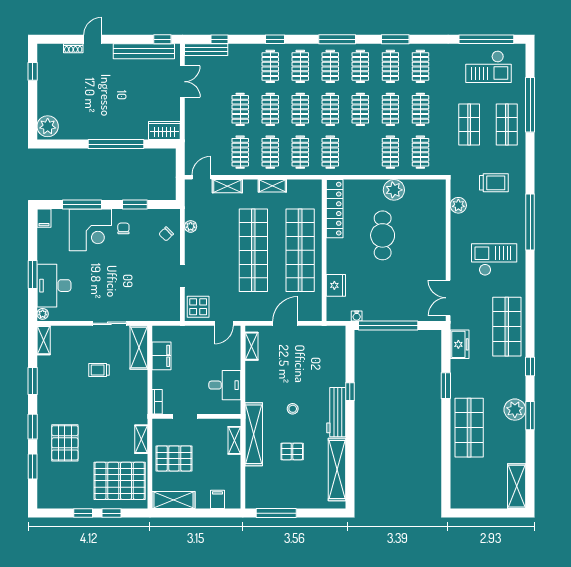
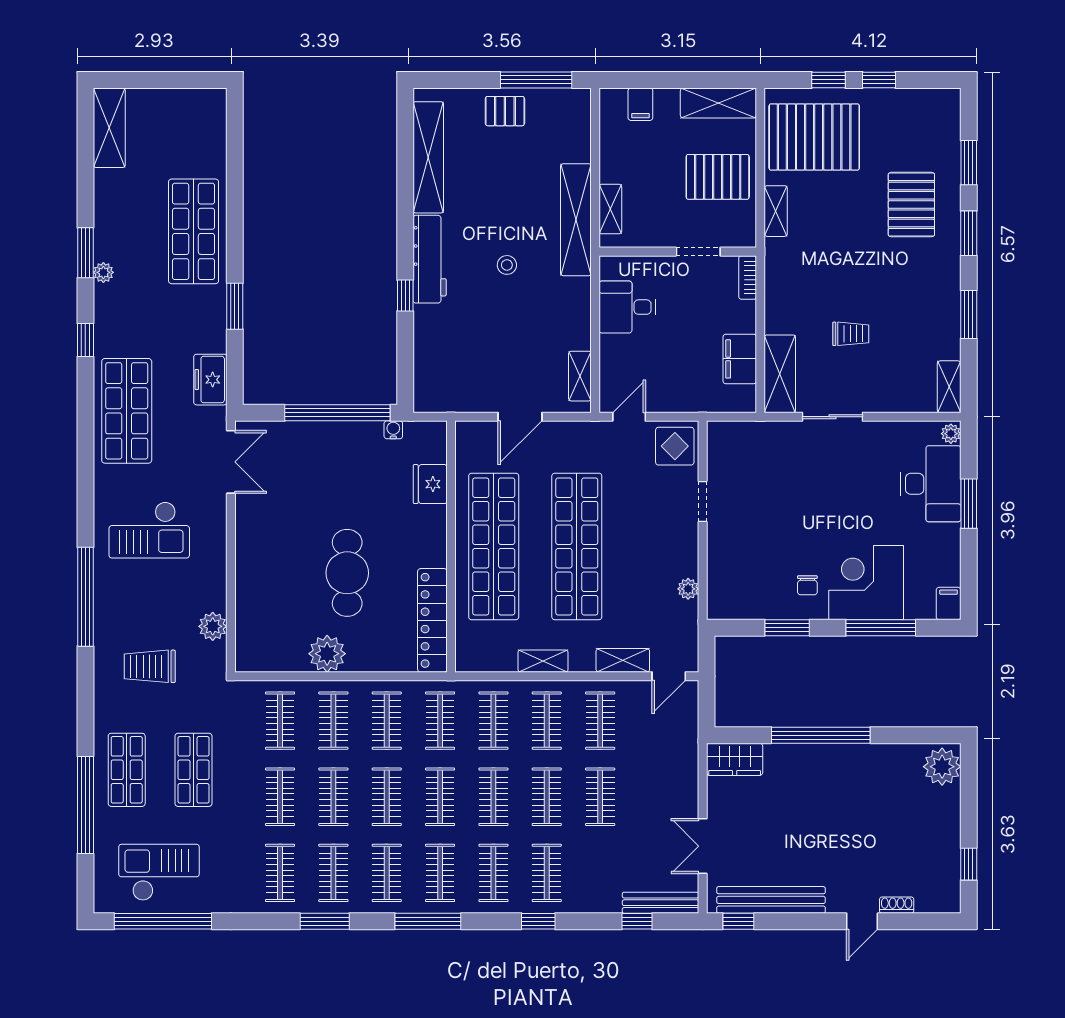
clothes rail: (360, 152) -> (387, 721), added
chair: (166, 234) -> (732, 575), removed
plant: (515, 410) -> (103, 272), width x0.53, depth x0.53
pallet: (292, 451) -> (505, 111), moved

